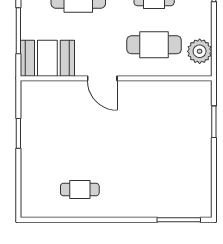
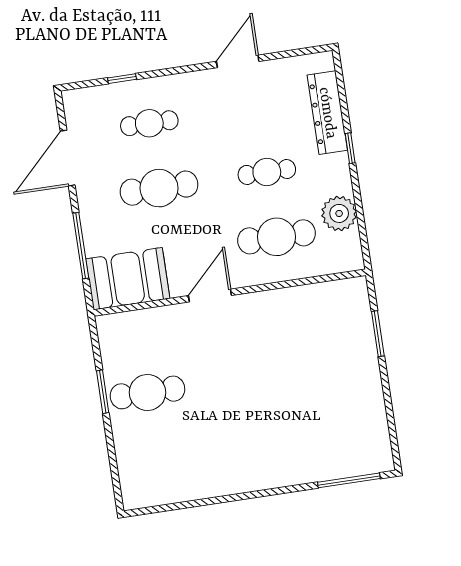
plant: (200, 51) -> (339, 213), moved
door: (102, 78) -> (210, 296), swing flipped
cafe table: (80, 189) -> (147, 392), moved, width x1.37, depth x1.35

